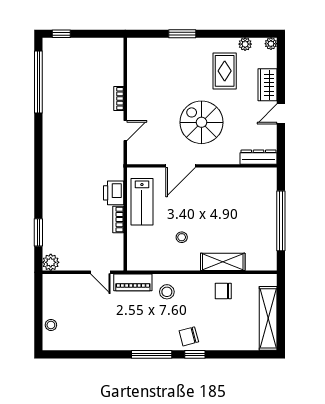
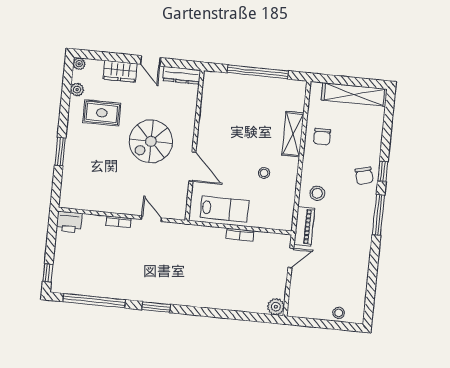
dresser: (259, 157) -> (181, 75), moved, turned -90
printer: (114, 193) -> (69, 222), moved
window: (38, 232) -> (156, 307), moved

